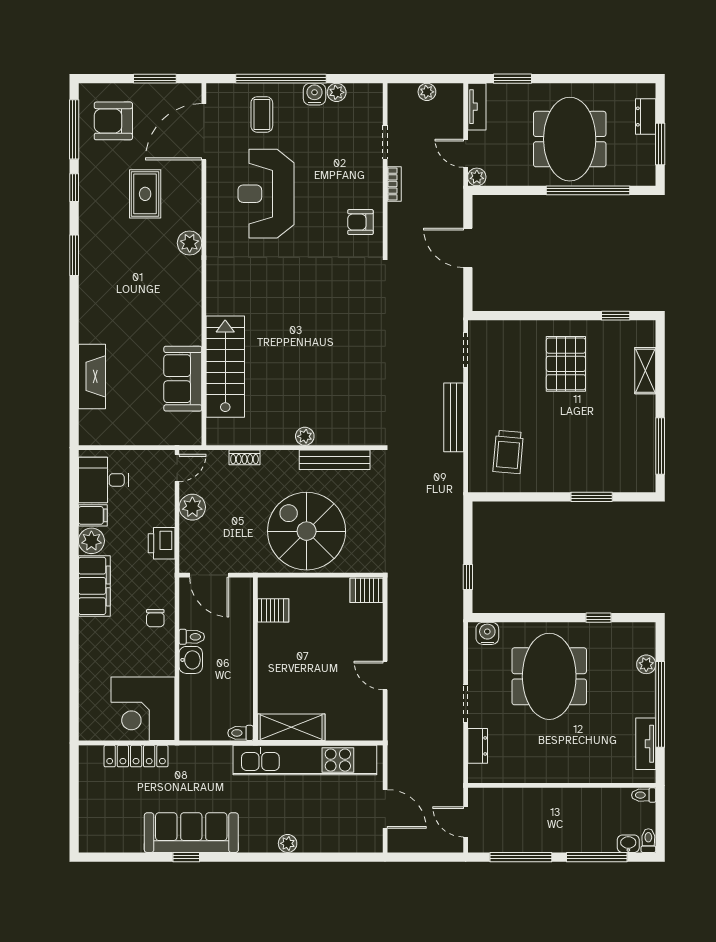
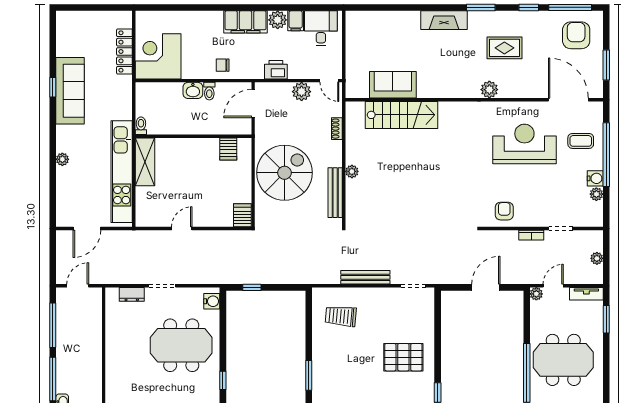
rug: (145, 194) -> (504, 48), moved
fireplace: (92, 376) -> (444, 20), moved

